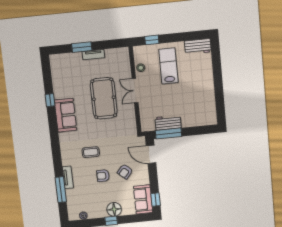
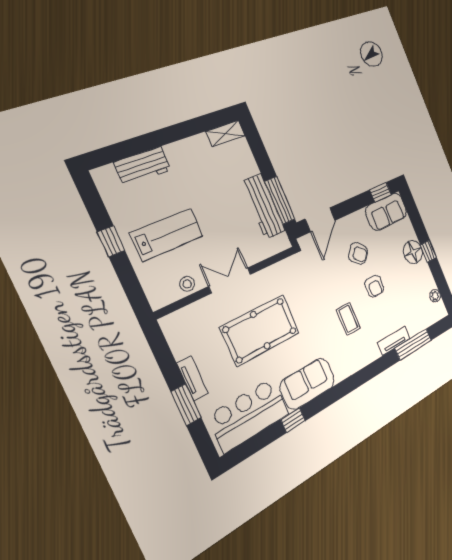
window: (152, 40) -> (111, 241), moved
workbench: (198, 47) -> (143, 166), moved, turned 90
lab bench: (168, 66) -> (167, 235), turned 180
bar counter: (63, 77) -> (249, 415), added
double door: (135, 91) -> (230, 280), swing flipped
shelving: (212, 115) -> (225, 133), added
workbench: (168, 123) -> (263, 206), width x1.38

